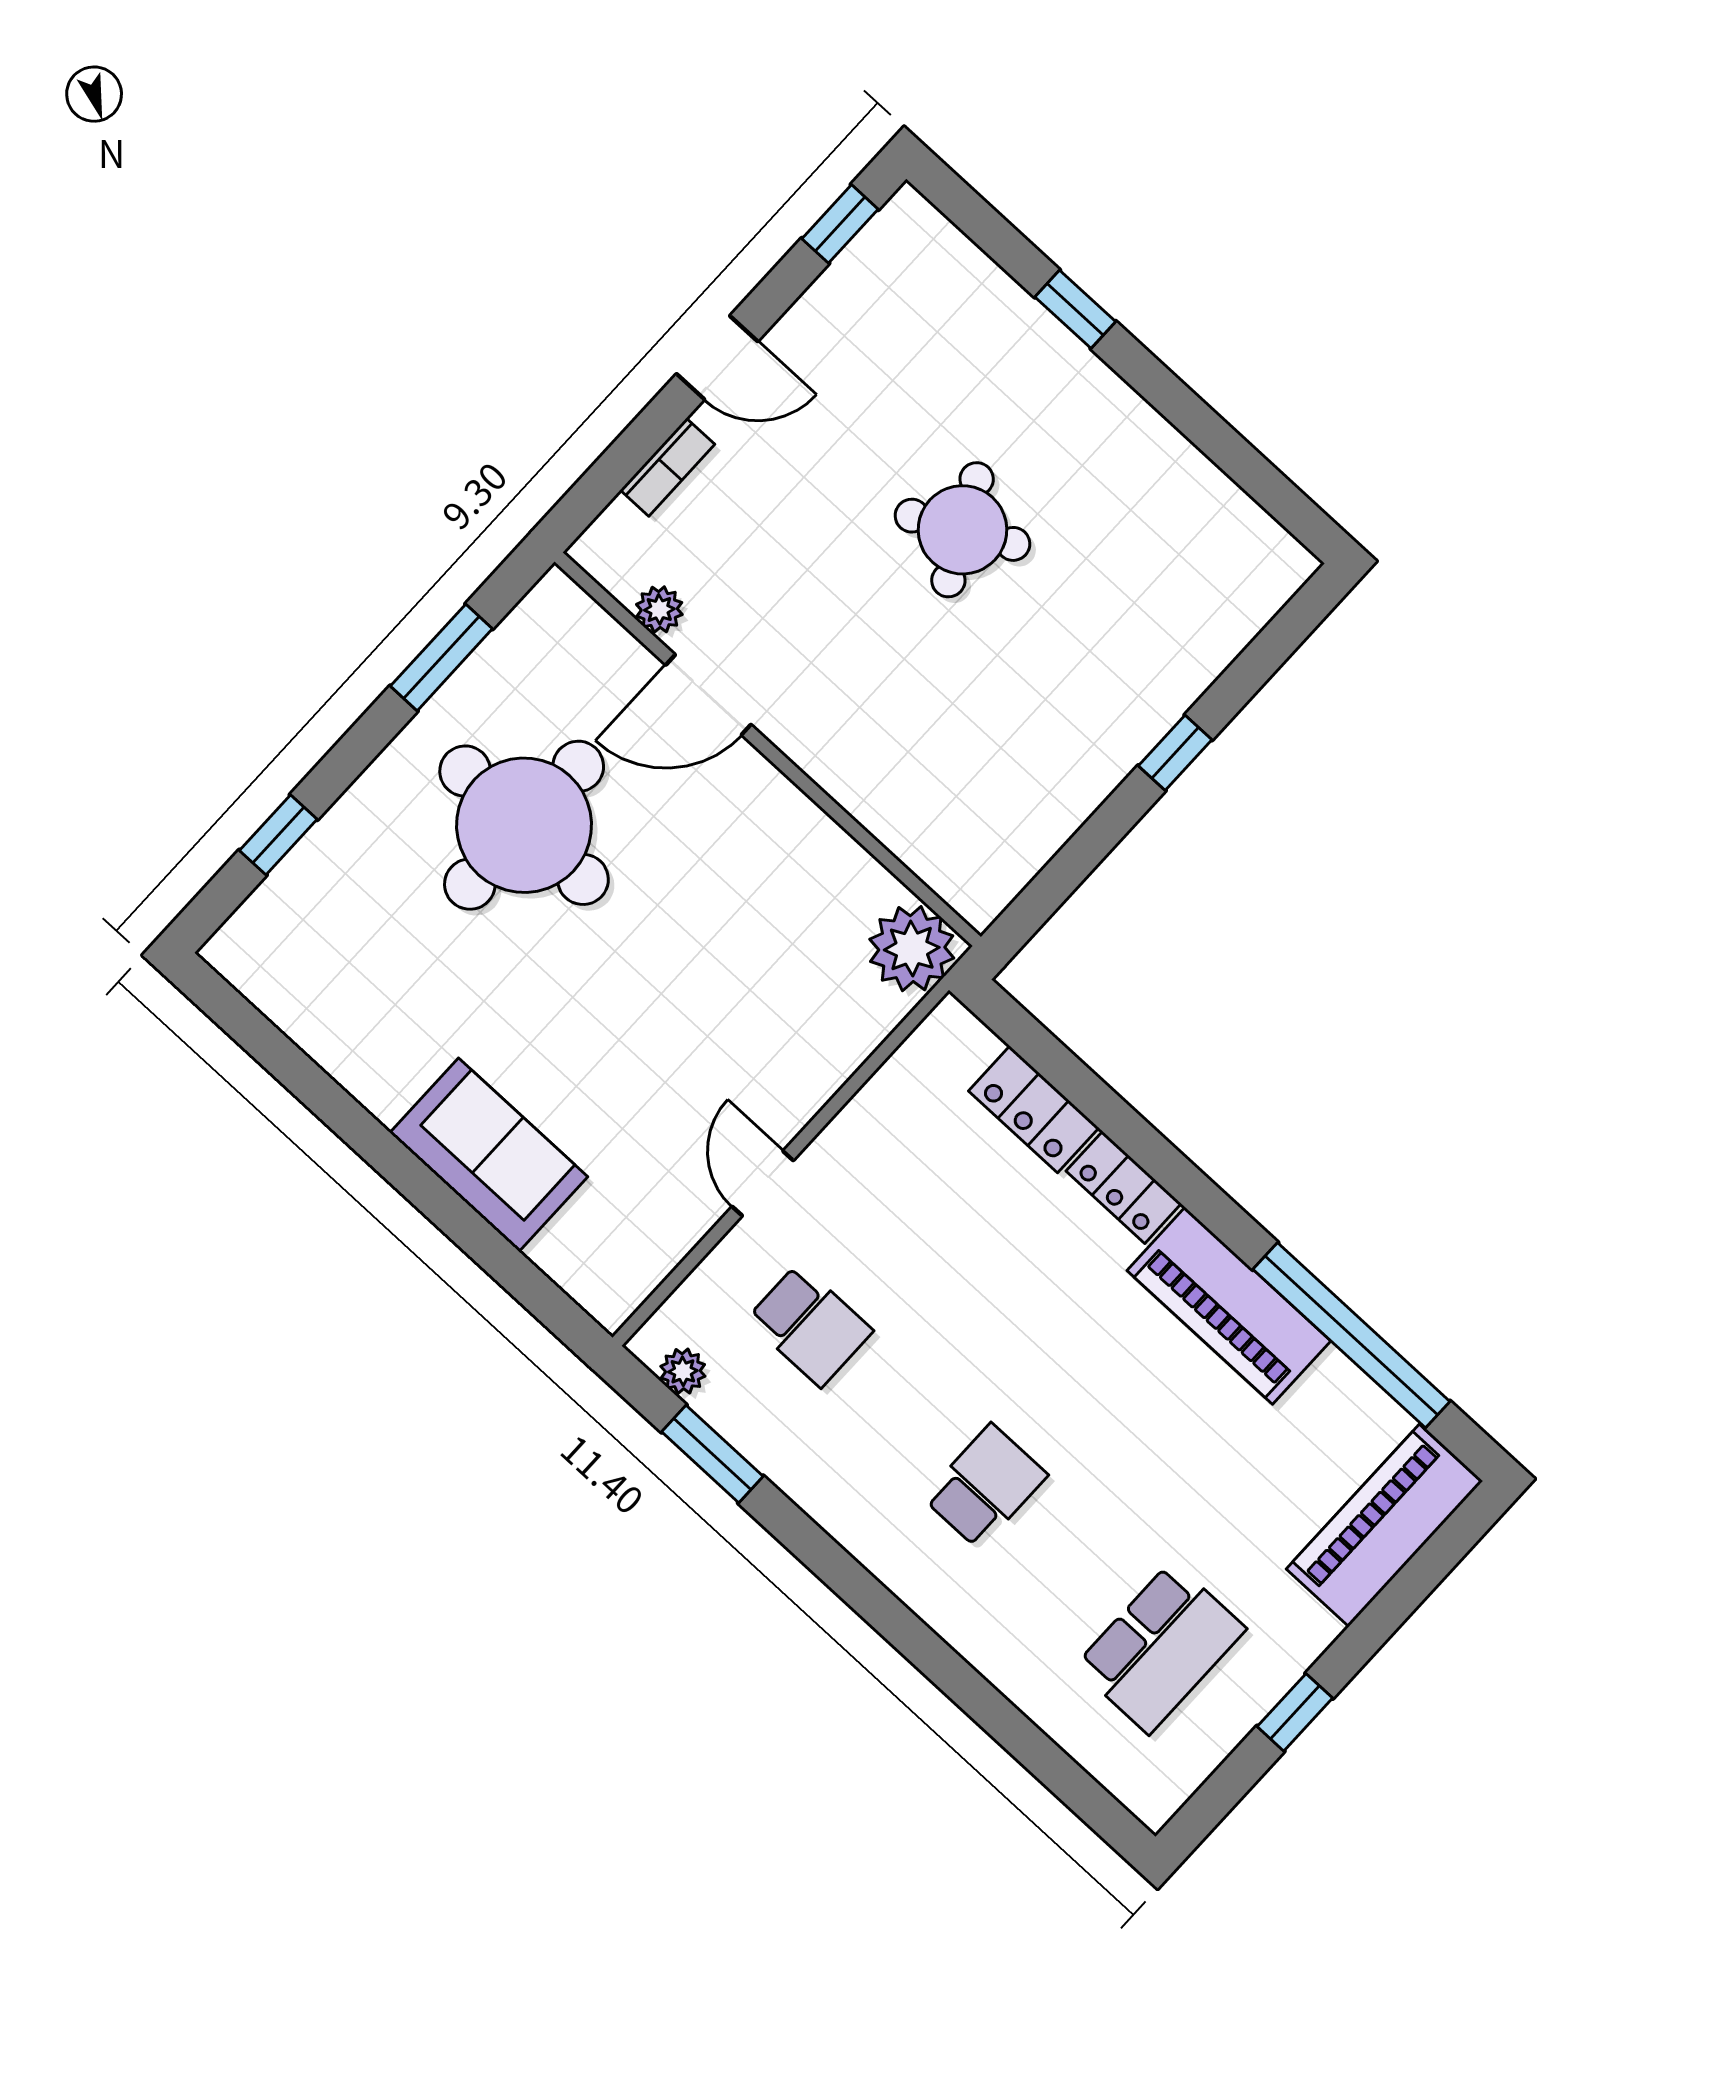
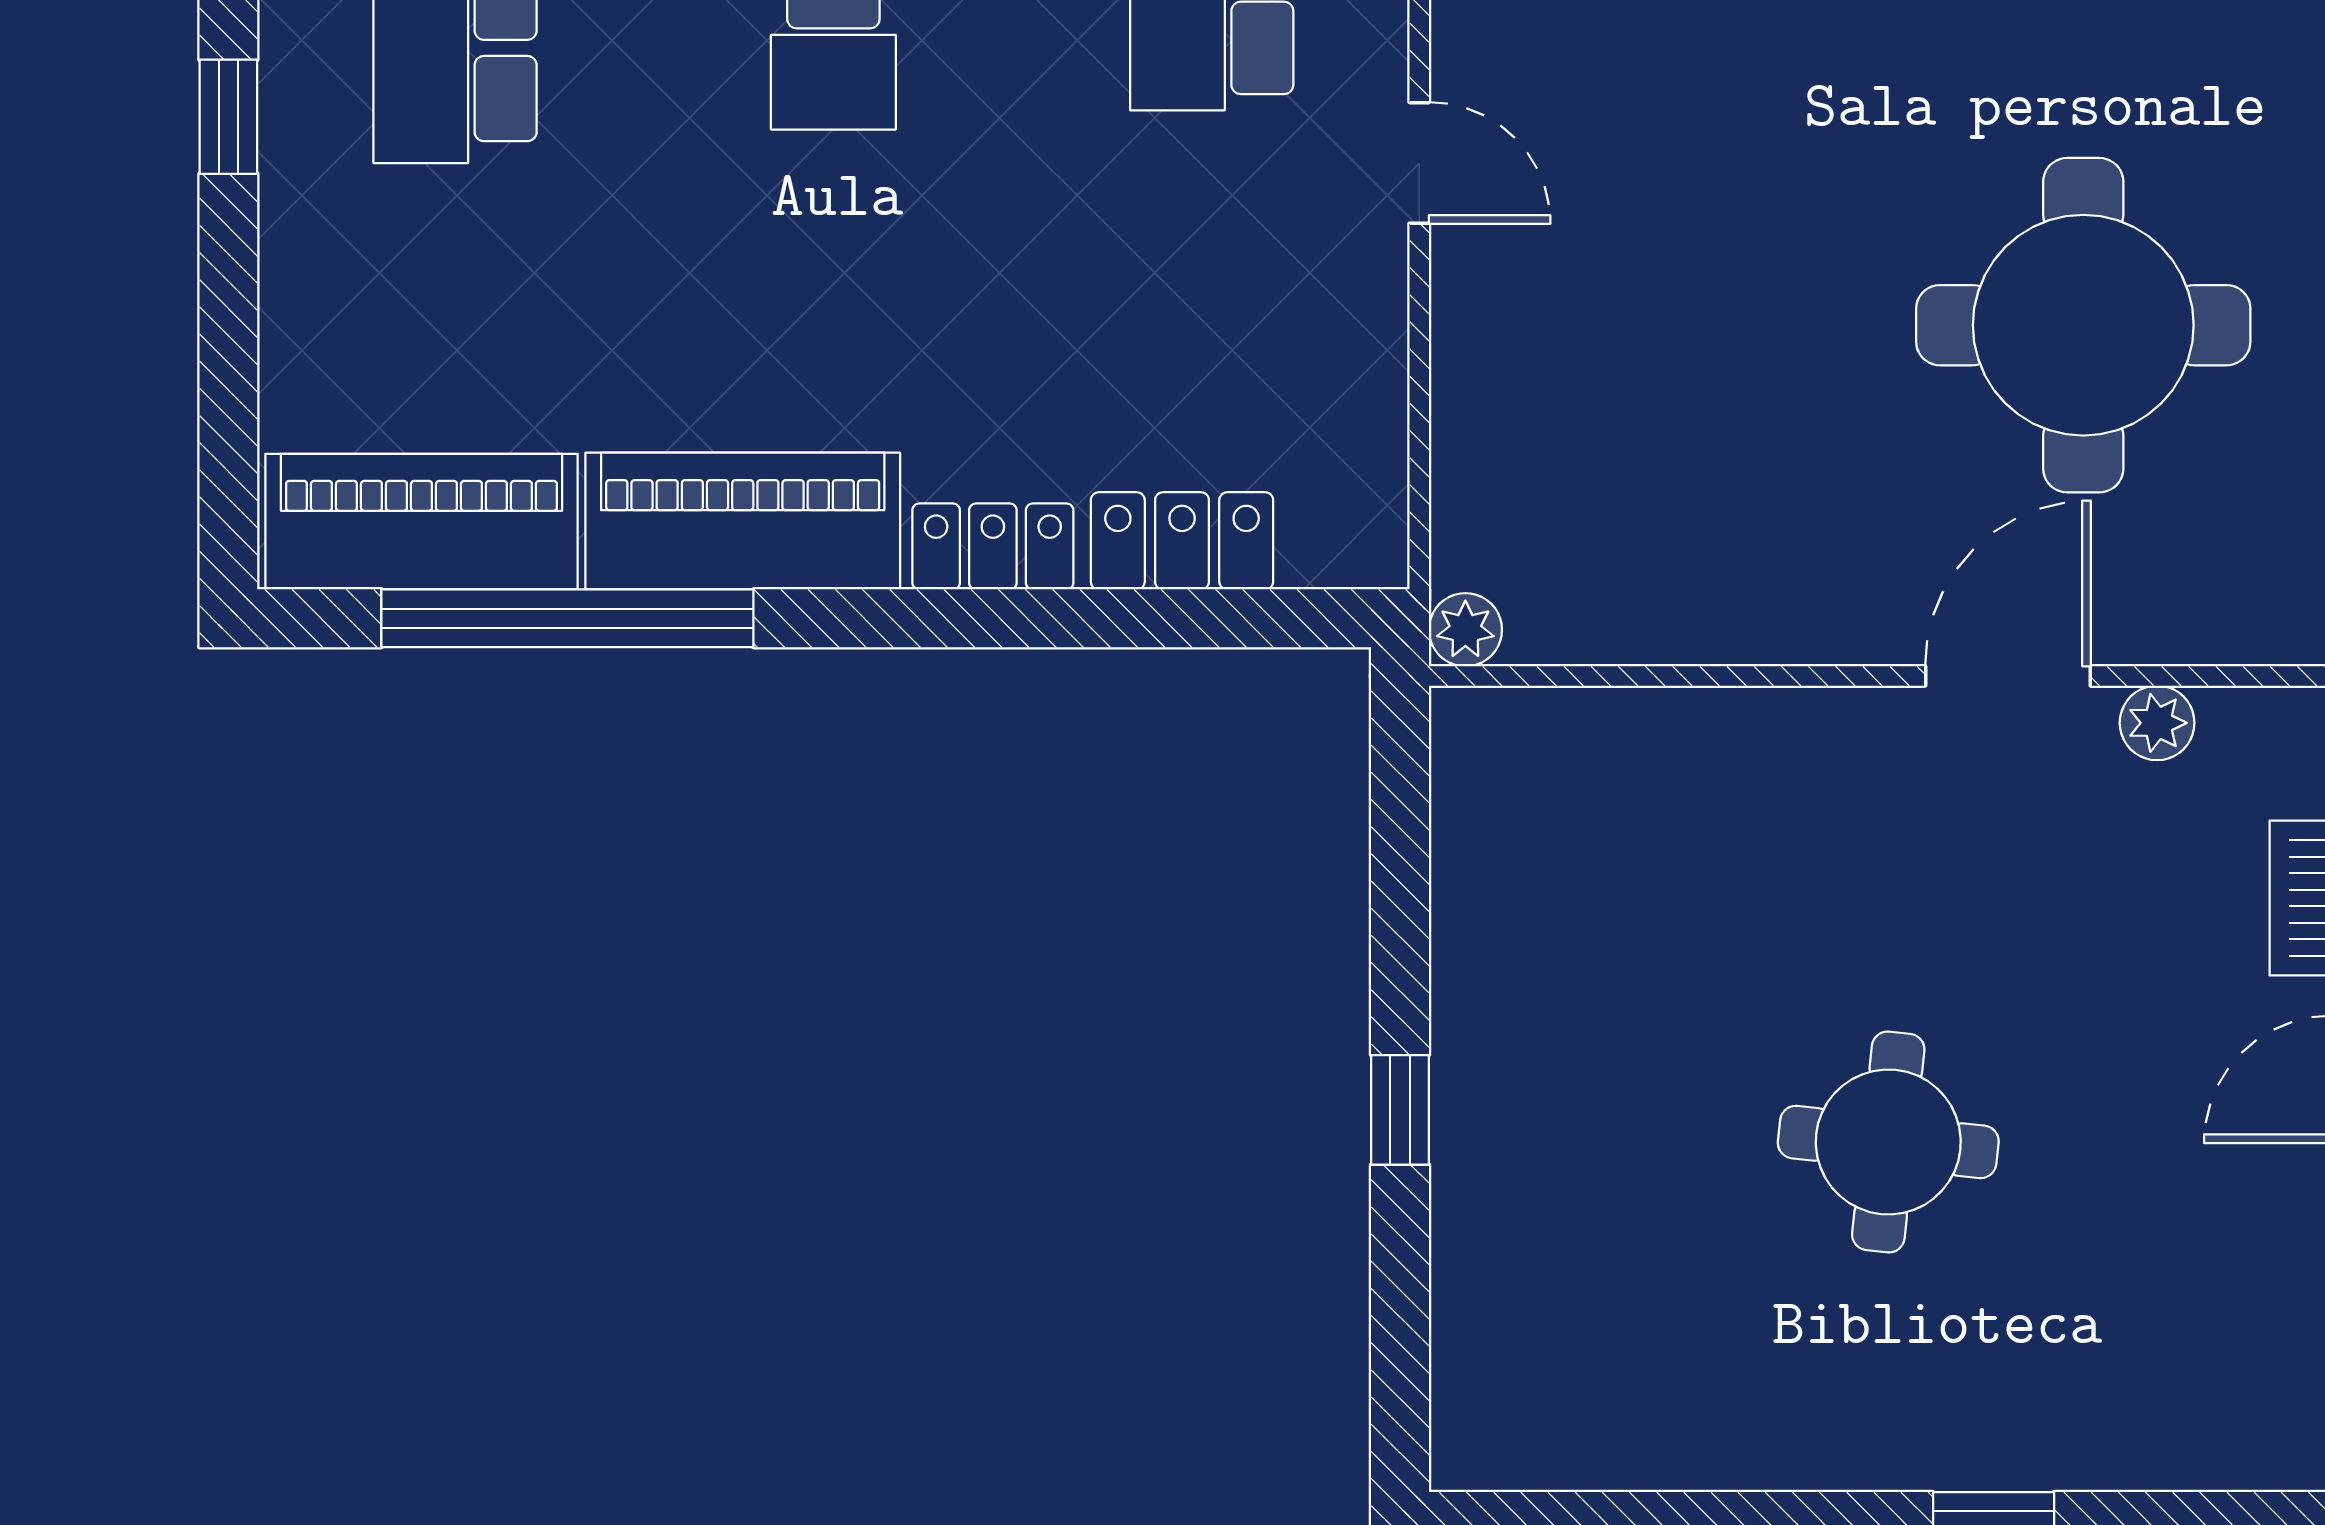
round table: (963, 530) -> (1888, 1142), turned 33
plant: (912, 949) -> (1465, 630), width x0.53, depth x0.53
piano: (1384, 1525) -> (421, 522), moved, turned -90

